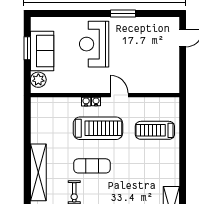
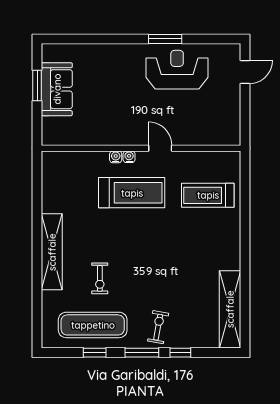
reception desk: (94, 44) -> (177, 70), moved, turned 90
plant: (38, 80) -> (52, 128), removed
exercise mat: (92, 166) -> (124, 243), removed

